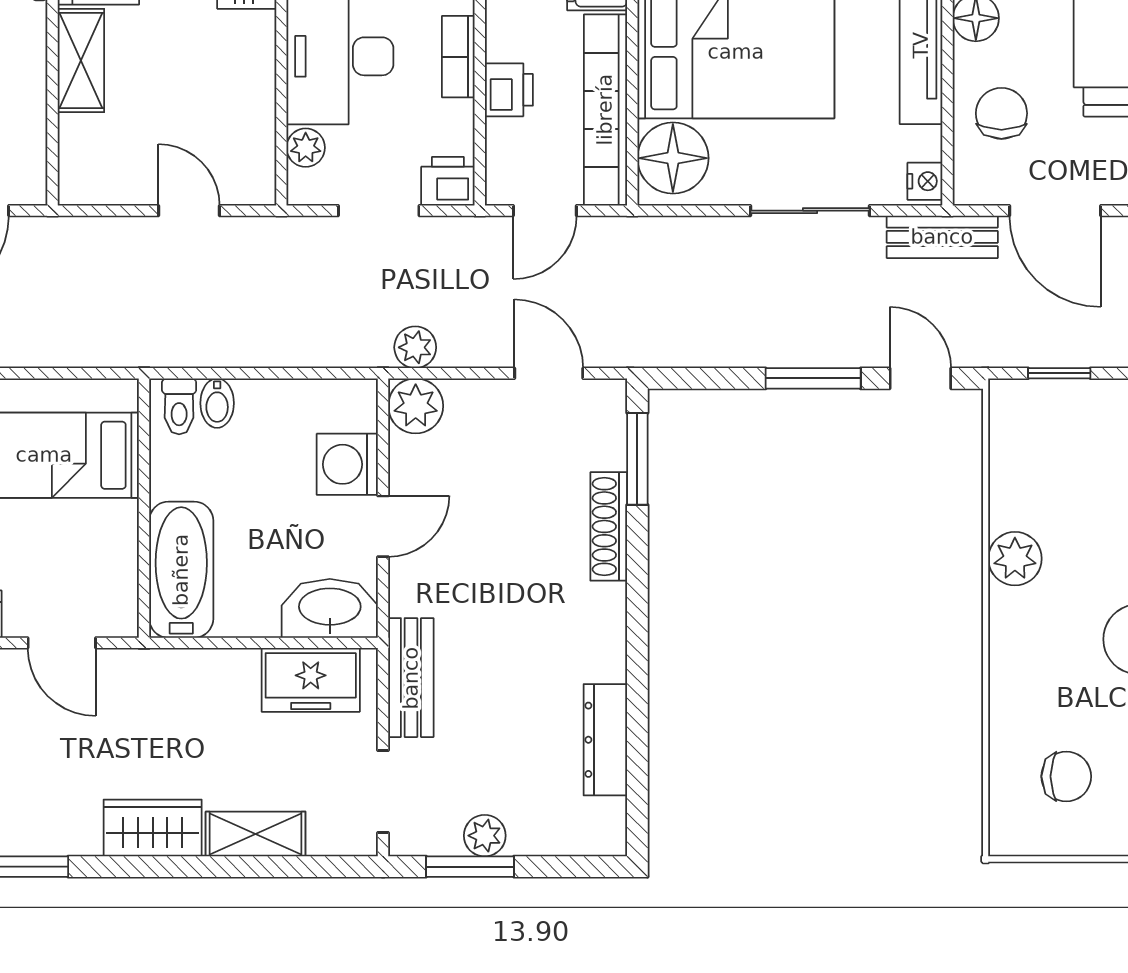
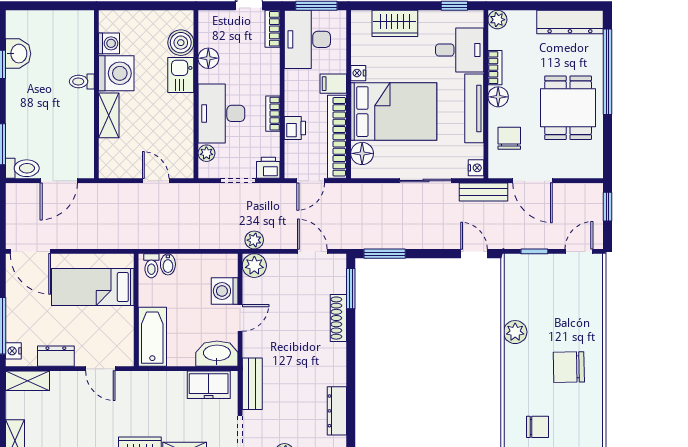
floor lamp: (673, 158) -> (362, 153), width x0.73, depth x0.73
window: (813, 378) -> (385, 254), moved

